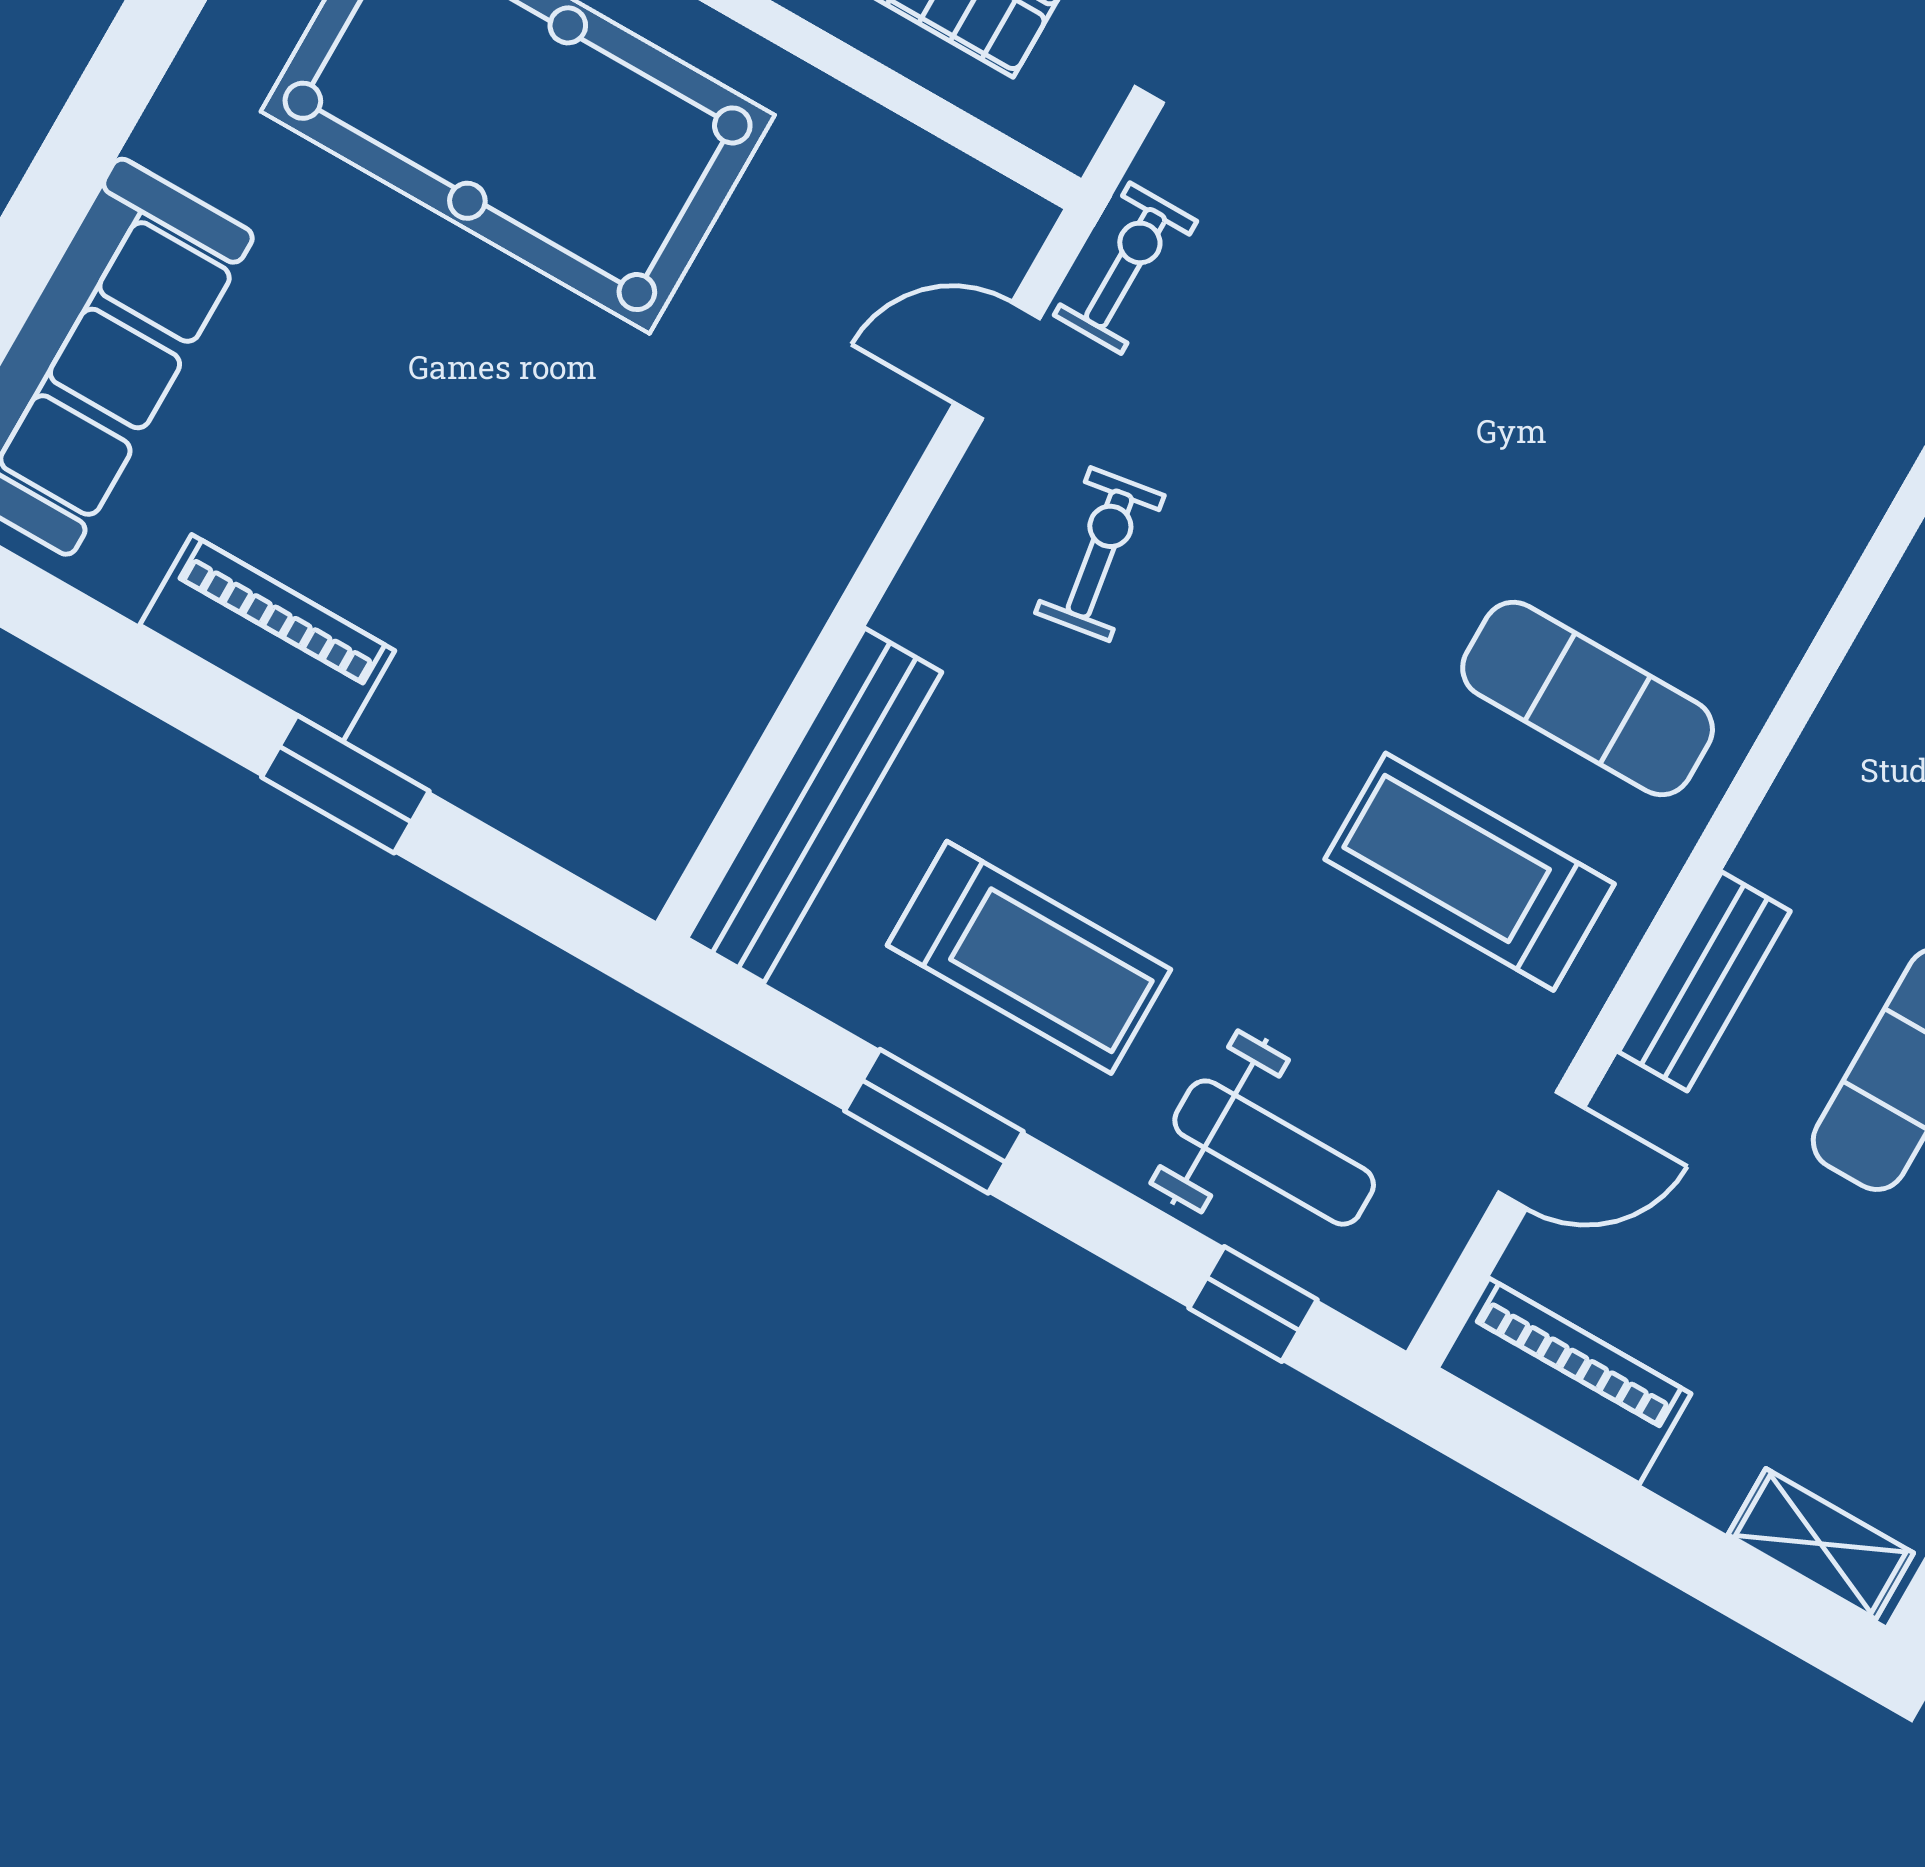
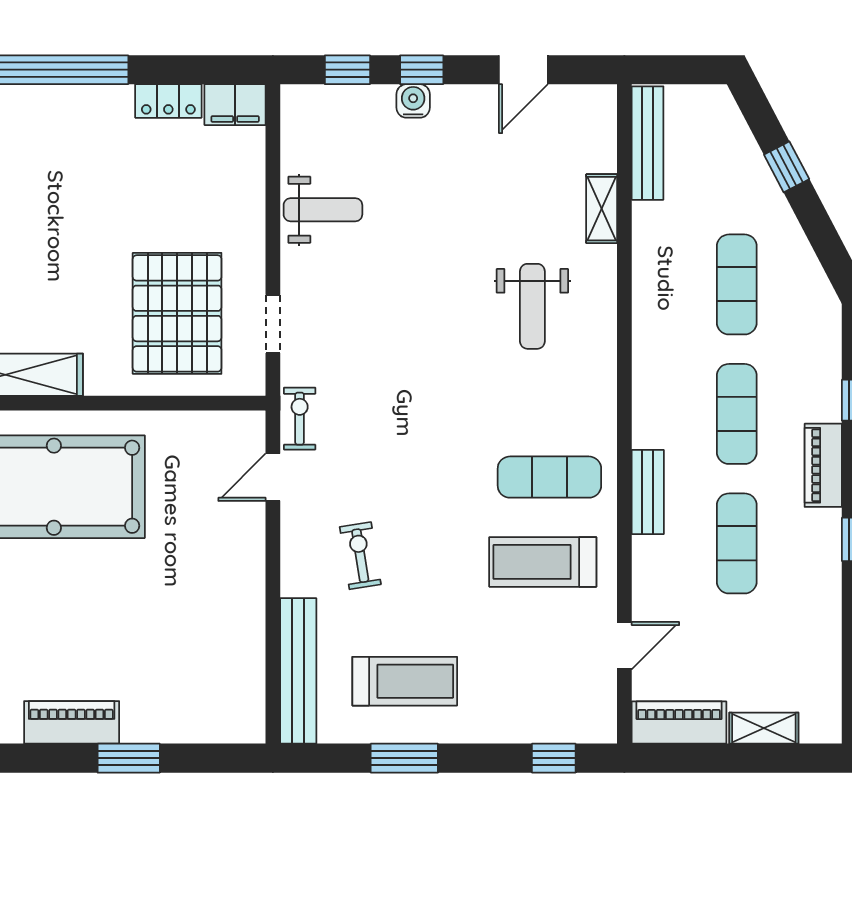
exercise bike: (1100, 554) -> (360, 556), moved
bench: (1704, 981) -> (648, 492), moved
weight bench: (1274, 1153) -> (532, 306), moved, turned 90
shelving: (1821, 1544) -> (764, 728), moved

